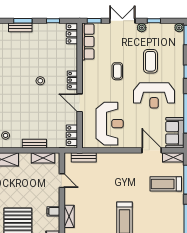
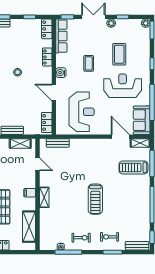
locker: (72, 80) -> (47, 57), moved
water cooler: (87, 81) -> (61, 73), added
reception desk: (154, 95) -> (123, 86), turned 180

